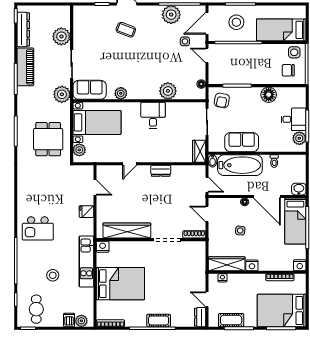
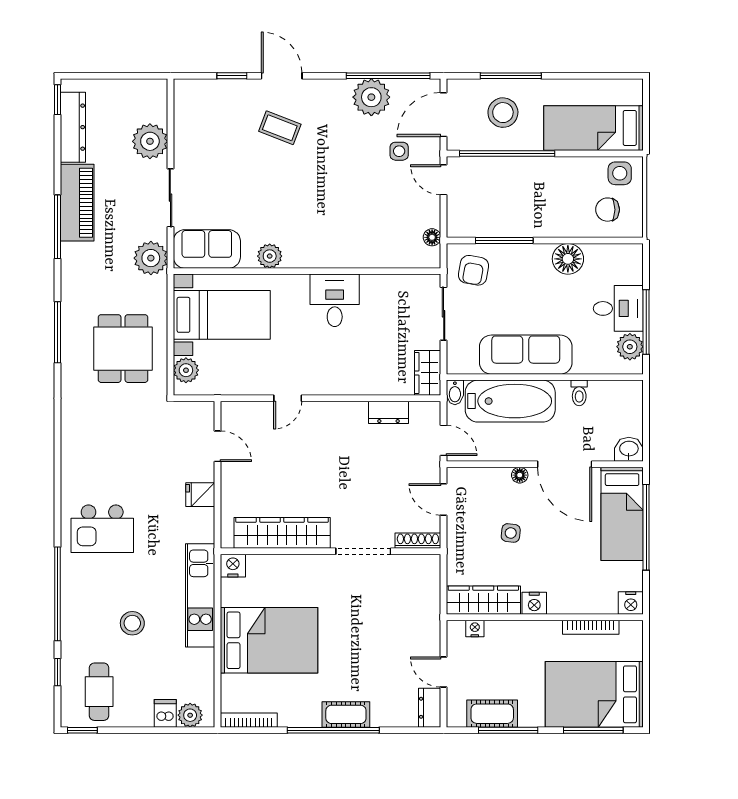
plant: (168, 91) -> (365, 251), removed
sofa: (242, 142) -> (526, 355), width x1.36
dresser: (161, 171) -> (388, 412), moved

